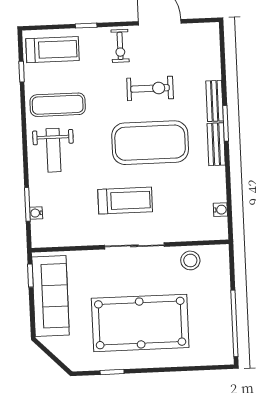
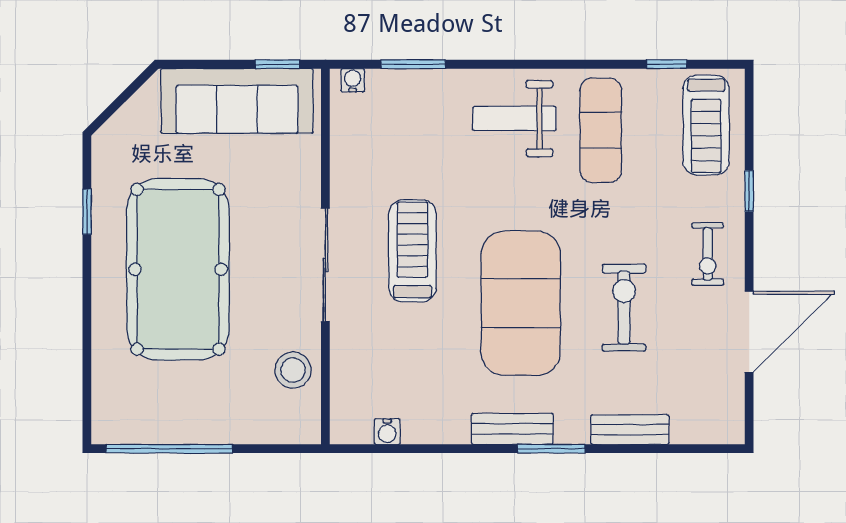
exercise bike: (120, 46) -> (708, 254), turned -90
exercise bike: (150, 88) -> (624, 308), turned 180
bench: (215, 101) -> (630, 430), moved
treadmill: (125, 201) -> (412, 251), turned 180
water cooler: (36, 213) -> (353, 80), moved

